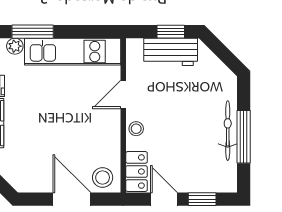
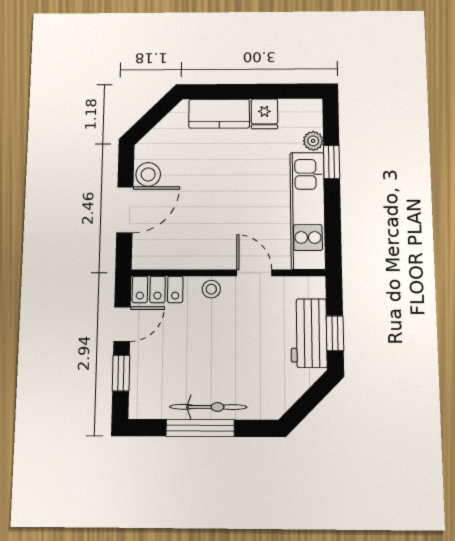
window: (33, 32) -> (332, 162), width x0.67
stool: (103, 177) -> (148, 174), moved

